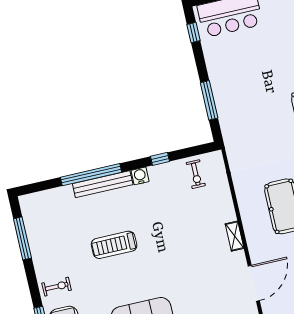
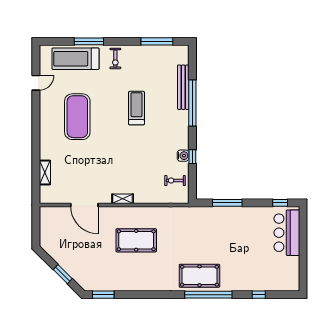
water cooler: (140, 176) -> (183, 156), moved
bench: (103, 184) -> (183, 87), moved

